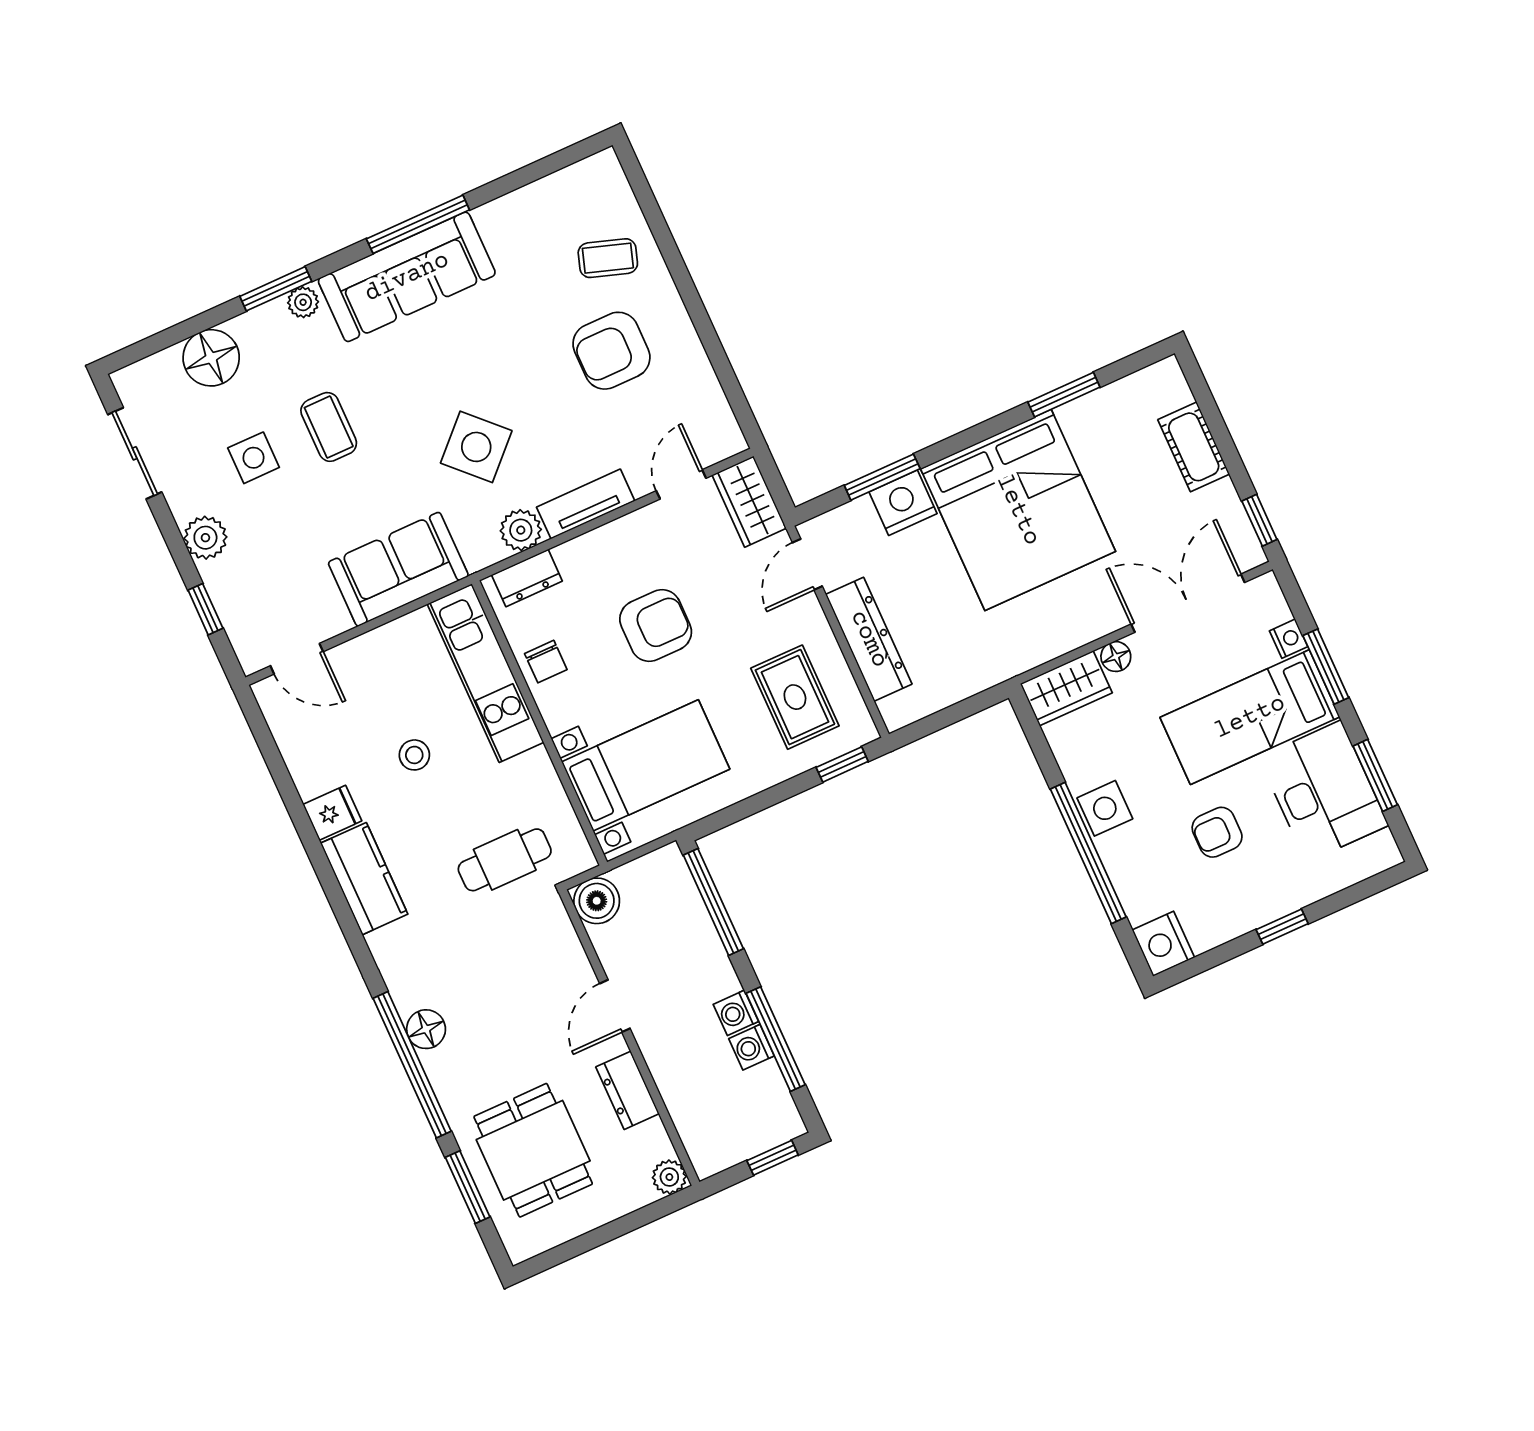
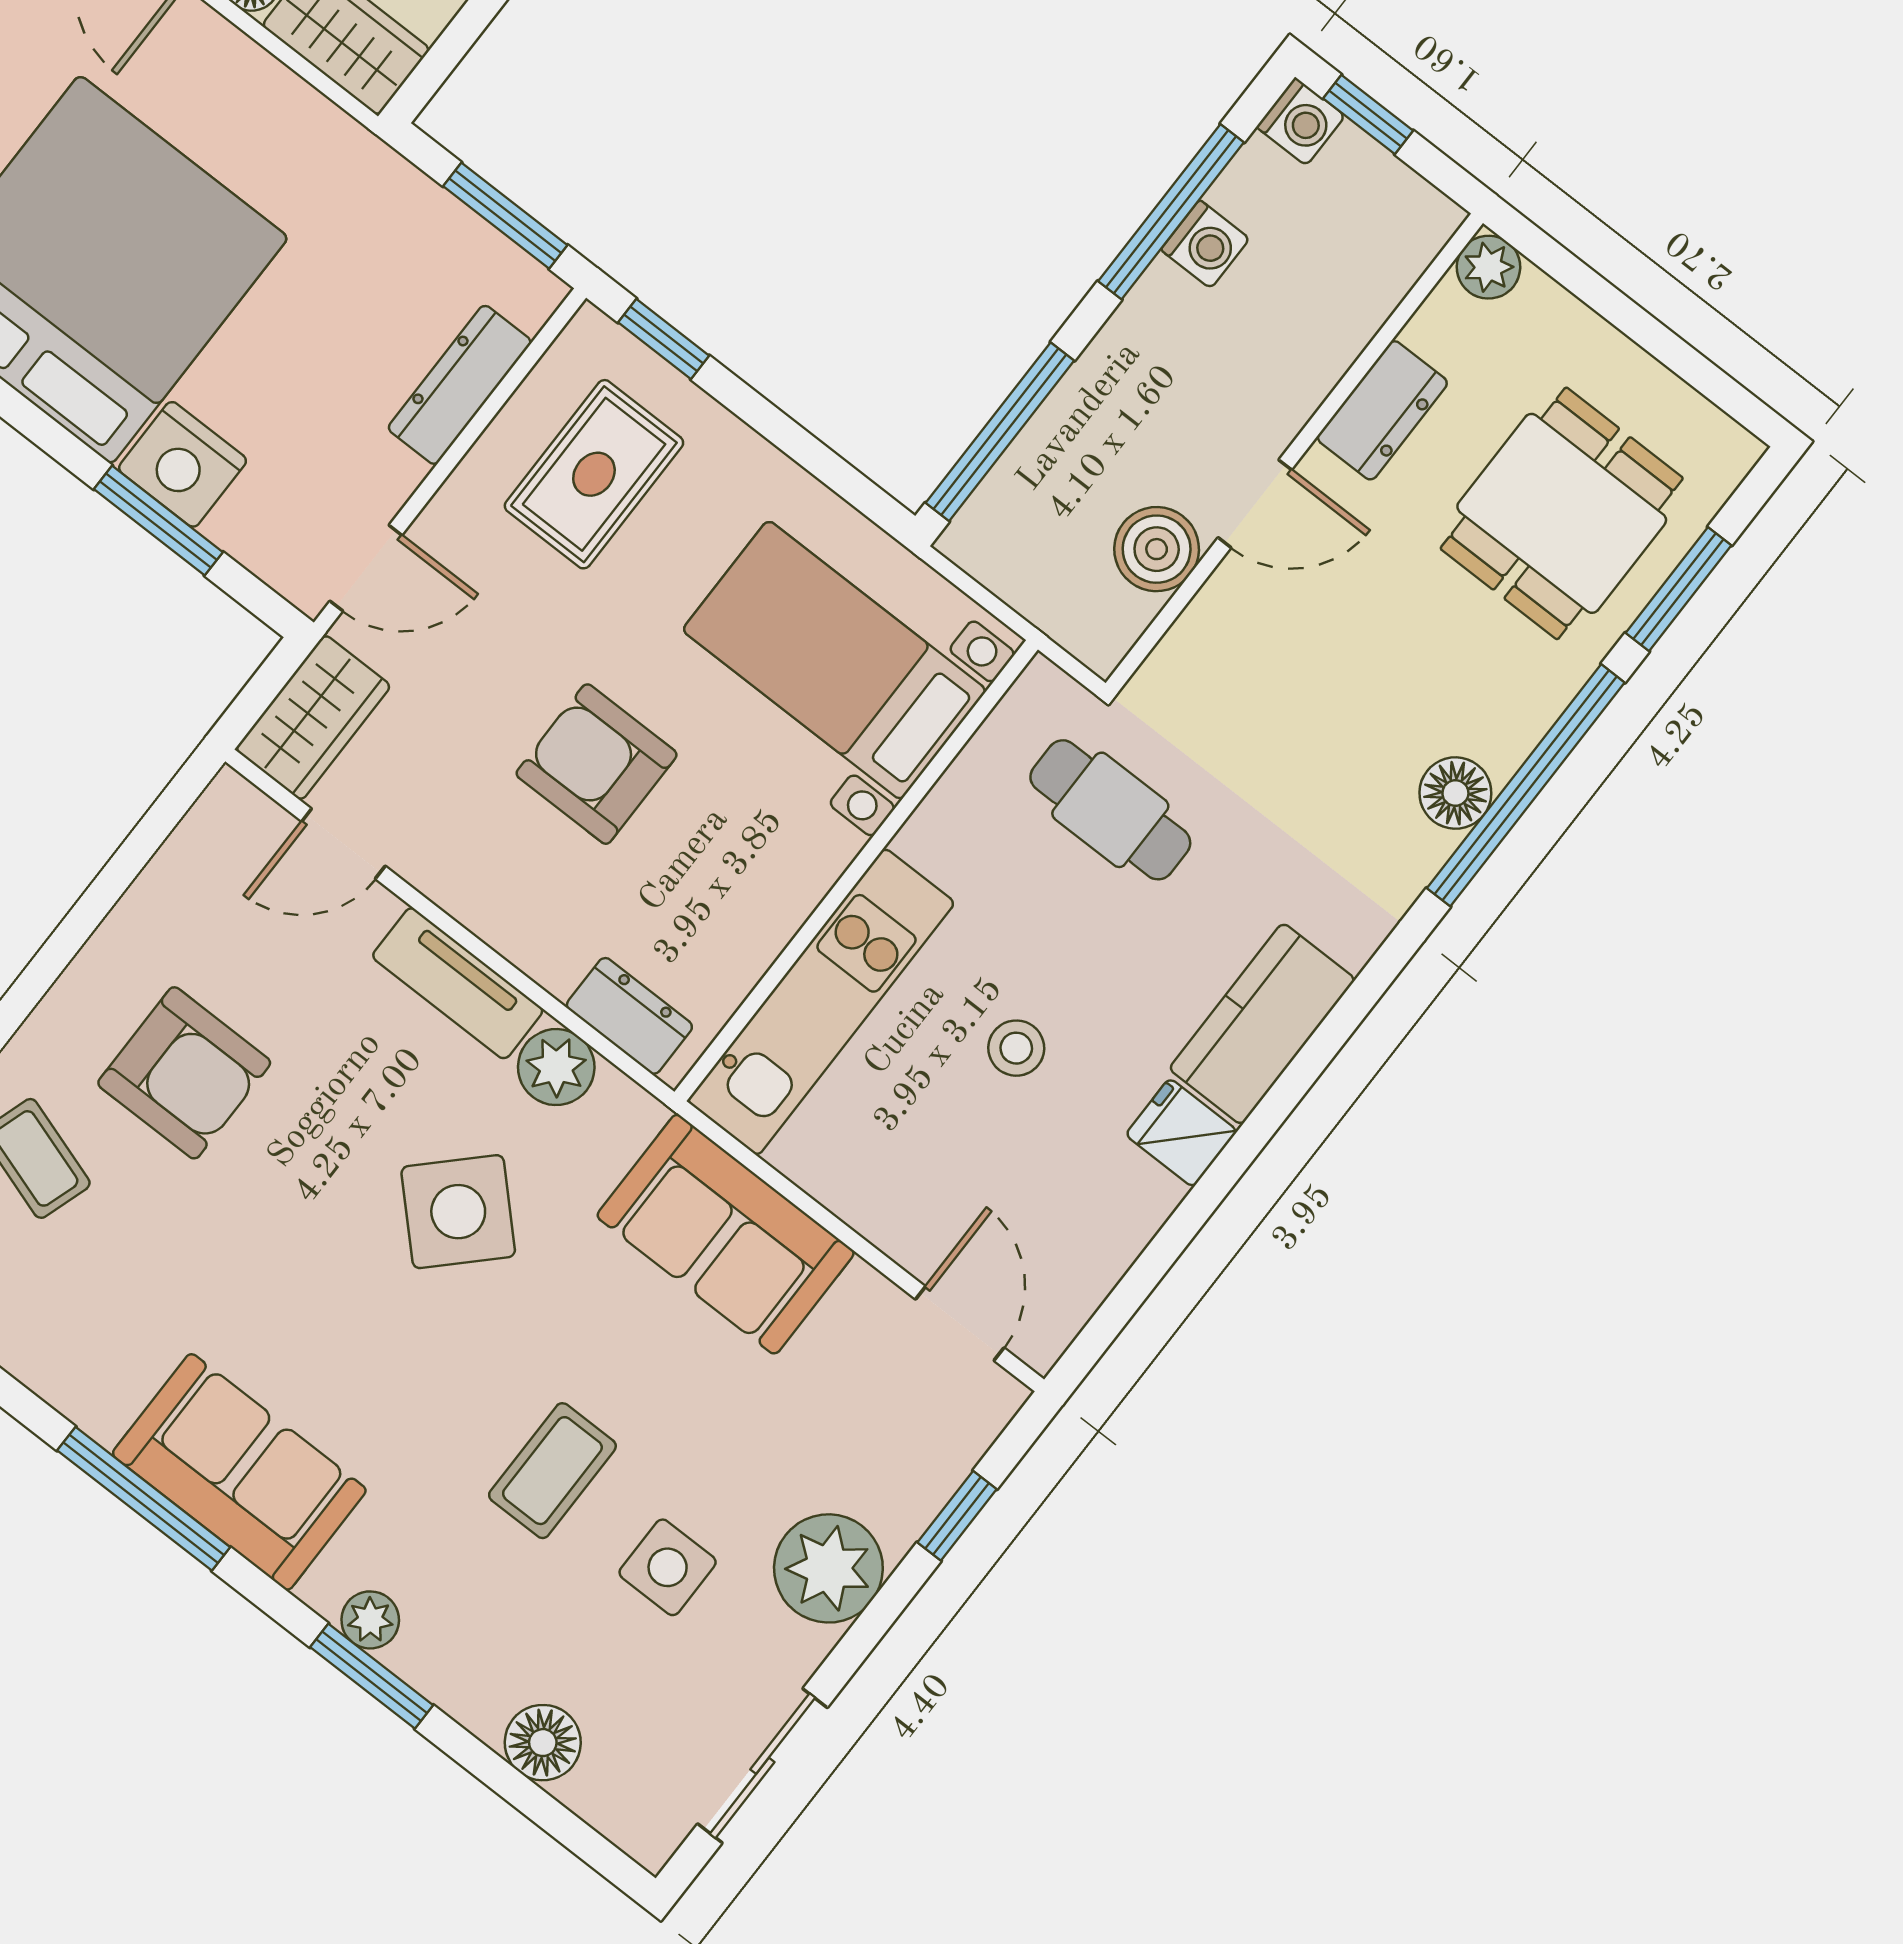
sofa: (407, 277) -> (239, 1472), width x0.73
floor lamp: (211, 358) -> (543, 1743), width x0.73, depth x0.73
plant: (205, 538) -> (828, 1568), width x1.36, depth x1.36
dresser: (869, 639) -> (460, 385), width x0.73, depth x0.80
chair: (546, 662) -> (750, 913), removed
window: (941, 720) -> (505, 216), added
boiler: (597, 901) -> (1157, 549), moved
washing machine: (736, 1013) -> (1301, 121), moved

